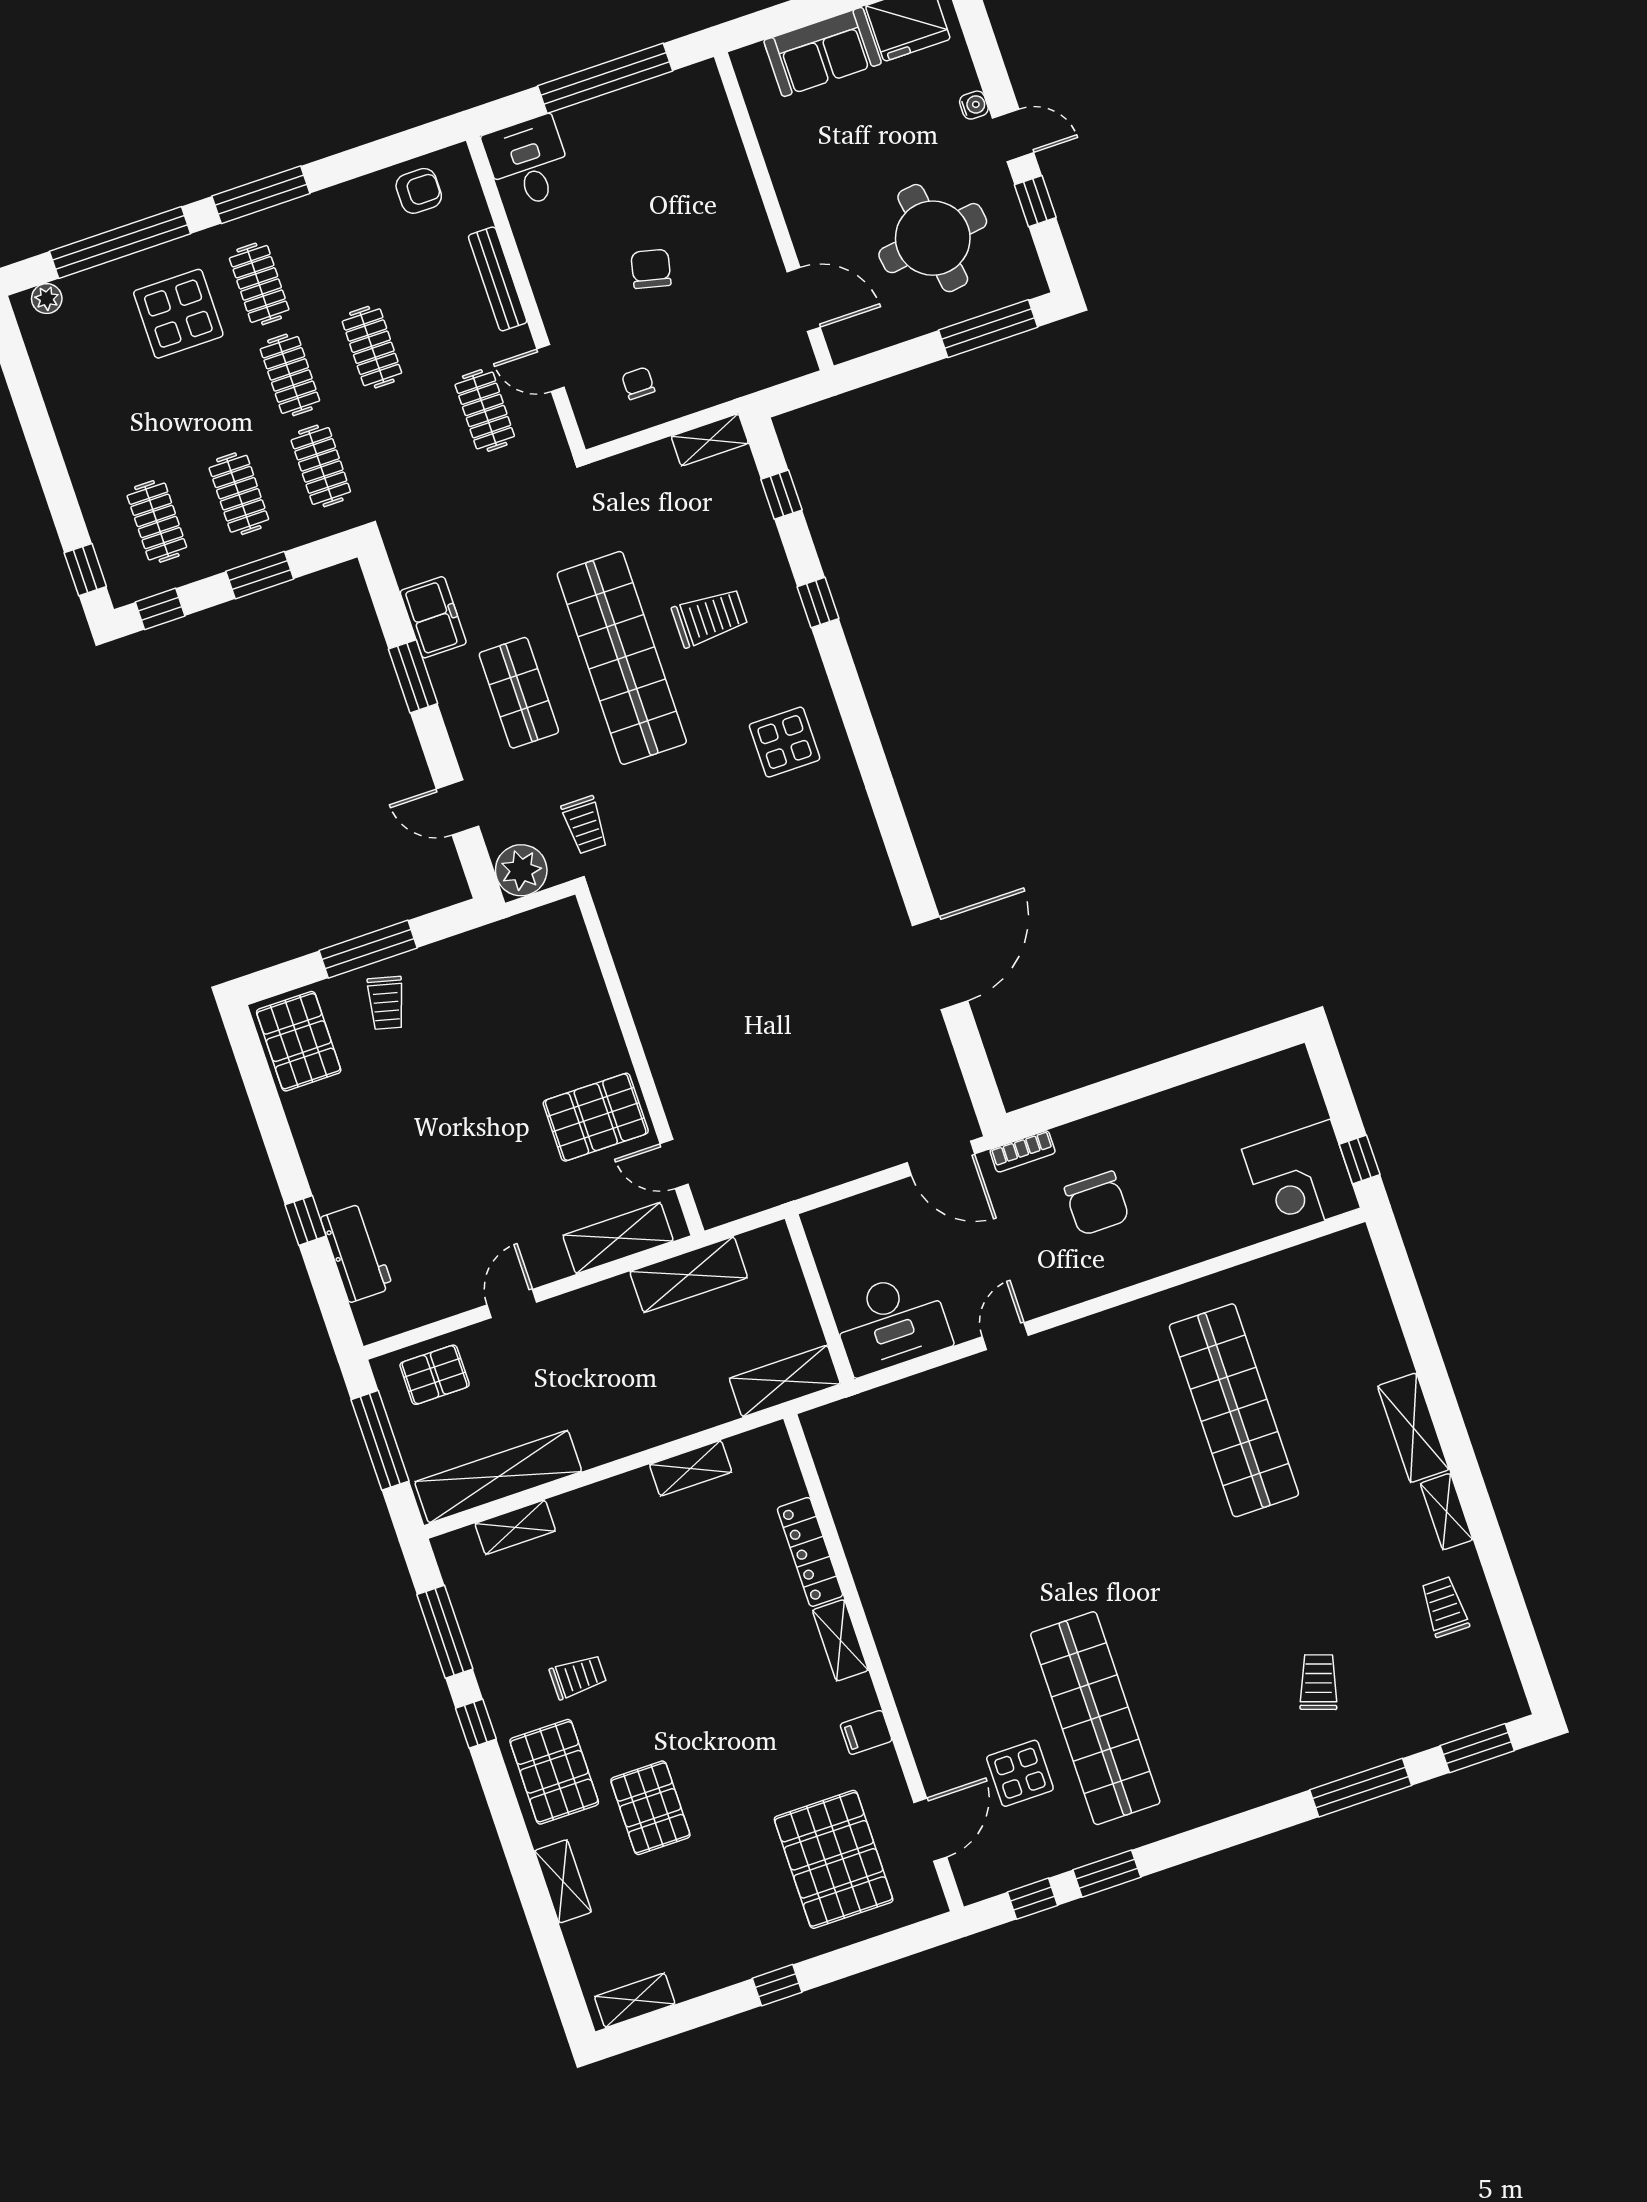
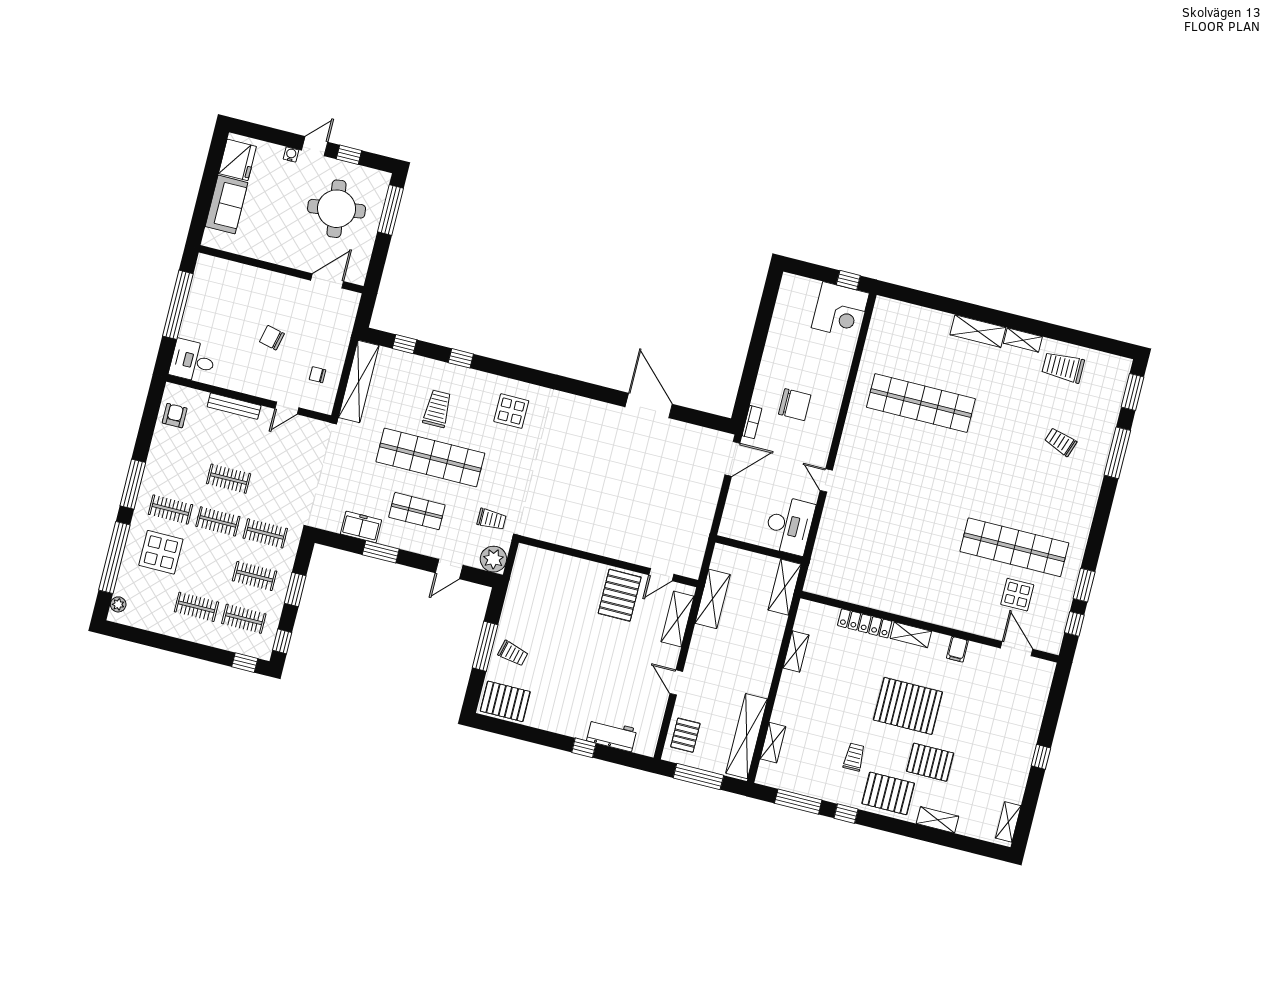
clothes rail: (485, 410) -> (196, 607), moved
shelving: (710, 440) -> (359, 382), width x2.20, depth x1.33
trolley: (1444, 1607) -> (1063, 367), width x1.36, depth x1.39
pallet: (834, 1859) -> (908, 706), moved

